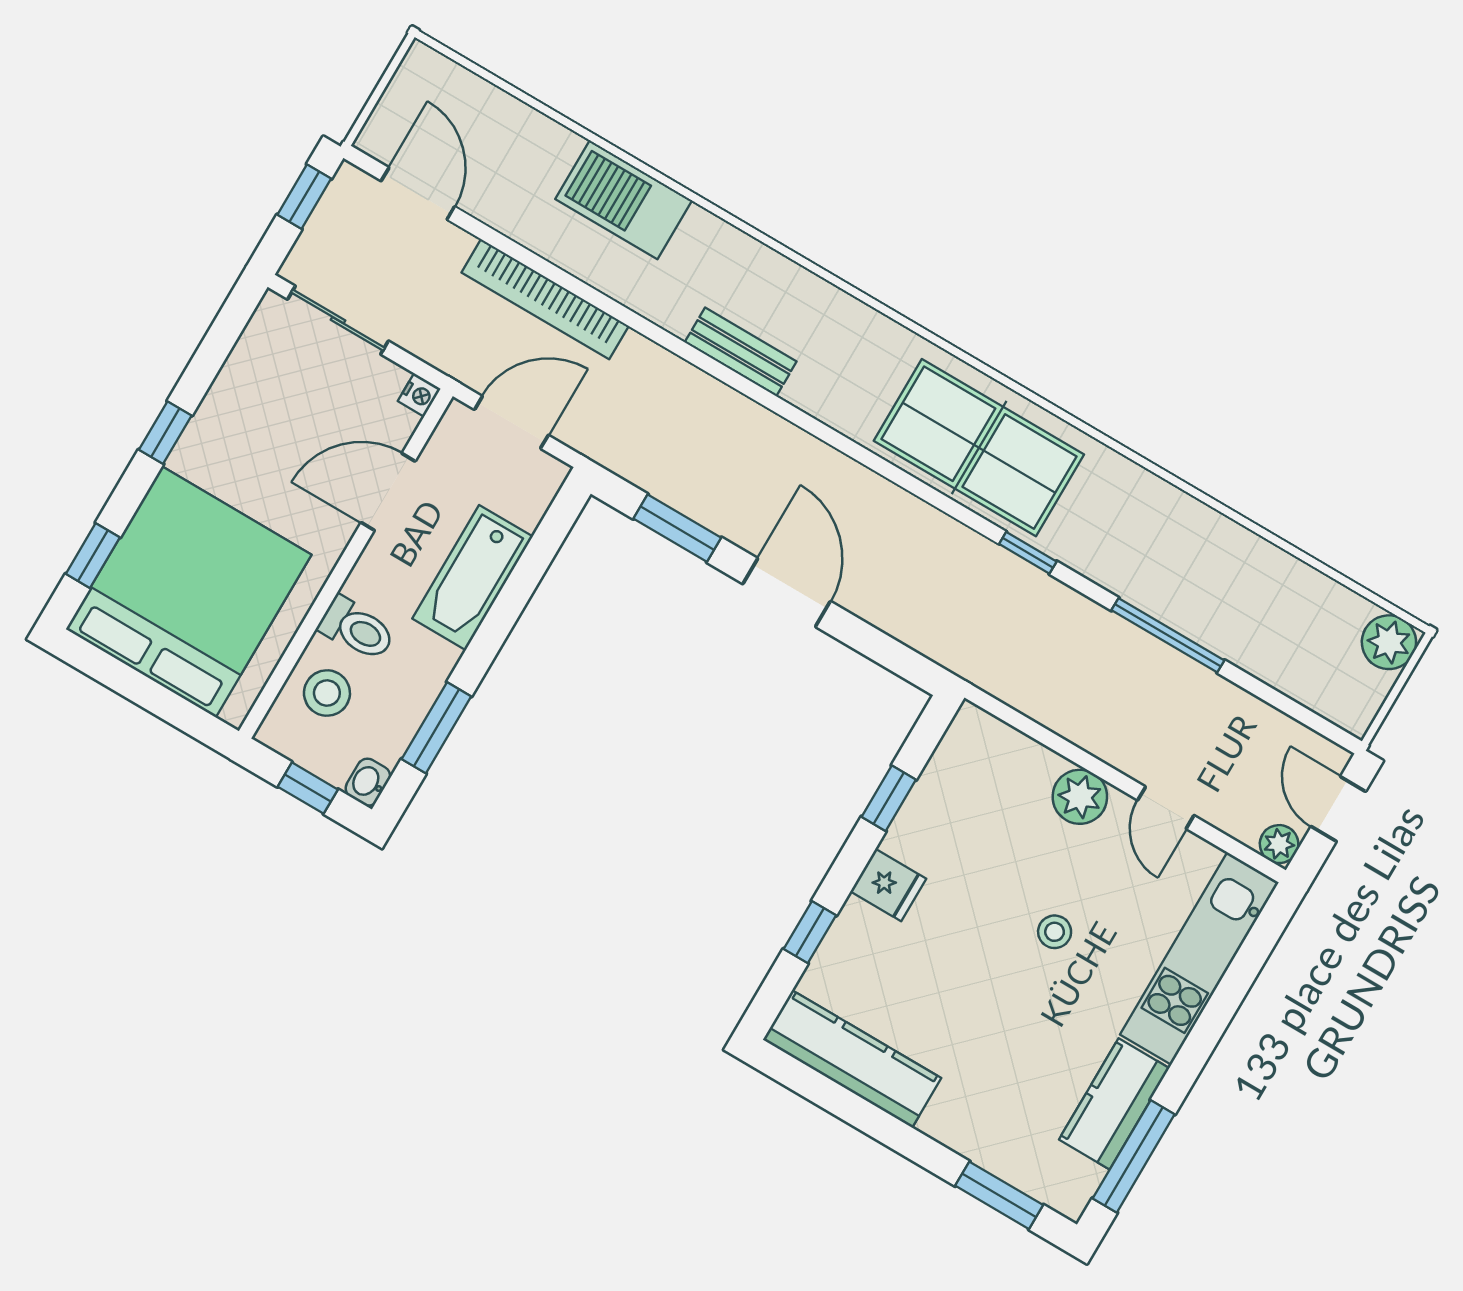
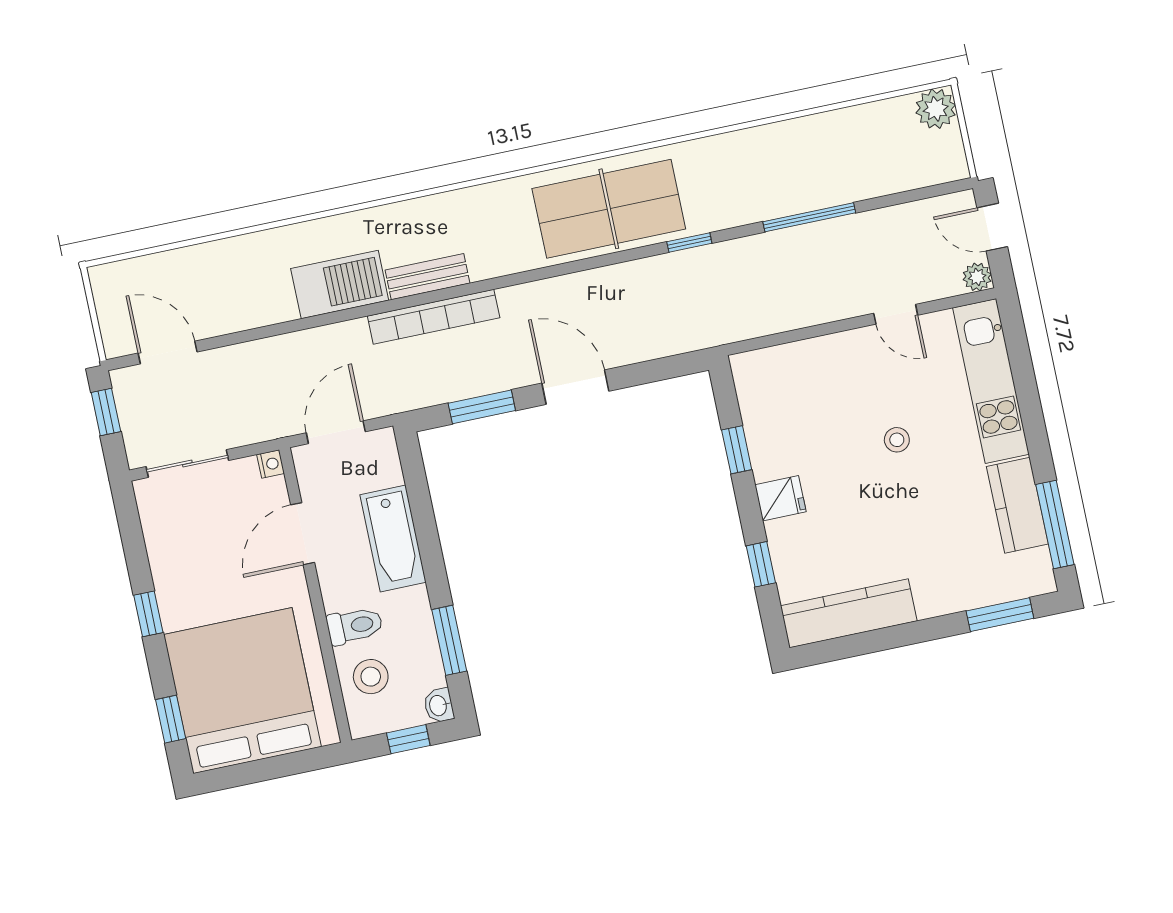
barbecue: (624, 200) -> (340, 284), moved, turned 180
bookcase: (545, 299) -> (434, 317), moved
plant: (1080, 797) -> (842, 352), removed

